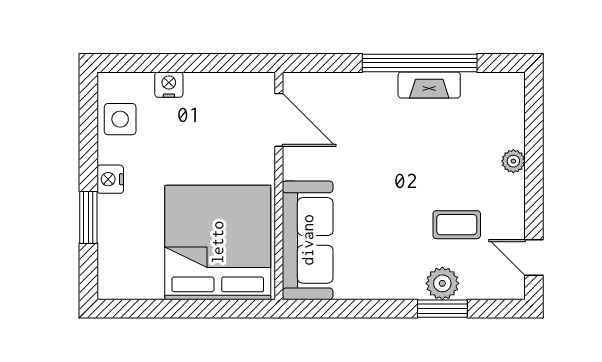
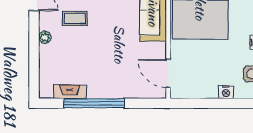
fireplace: (429, 85) -> (70, 92), moved
plant: (513, 161) -> (45, 37), moved

